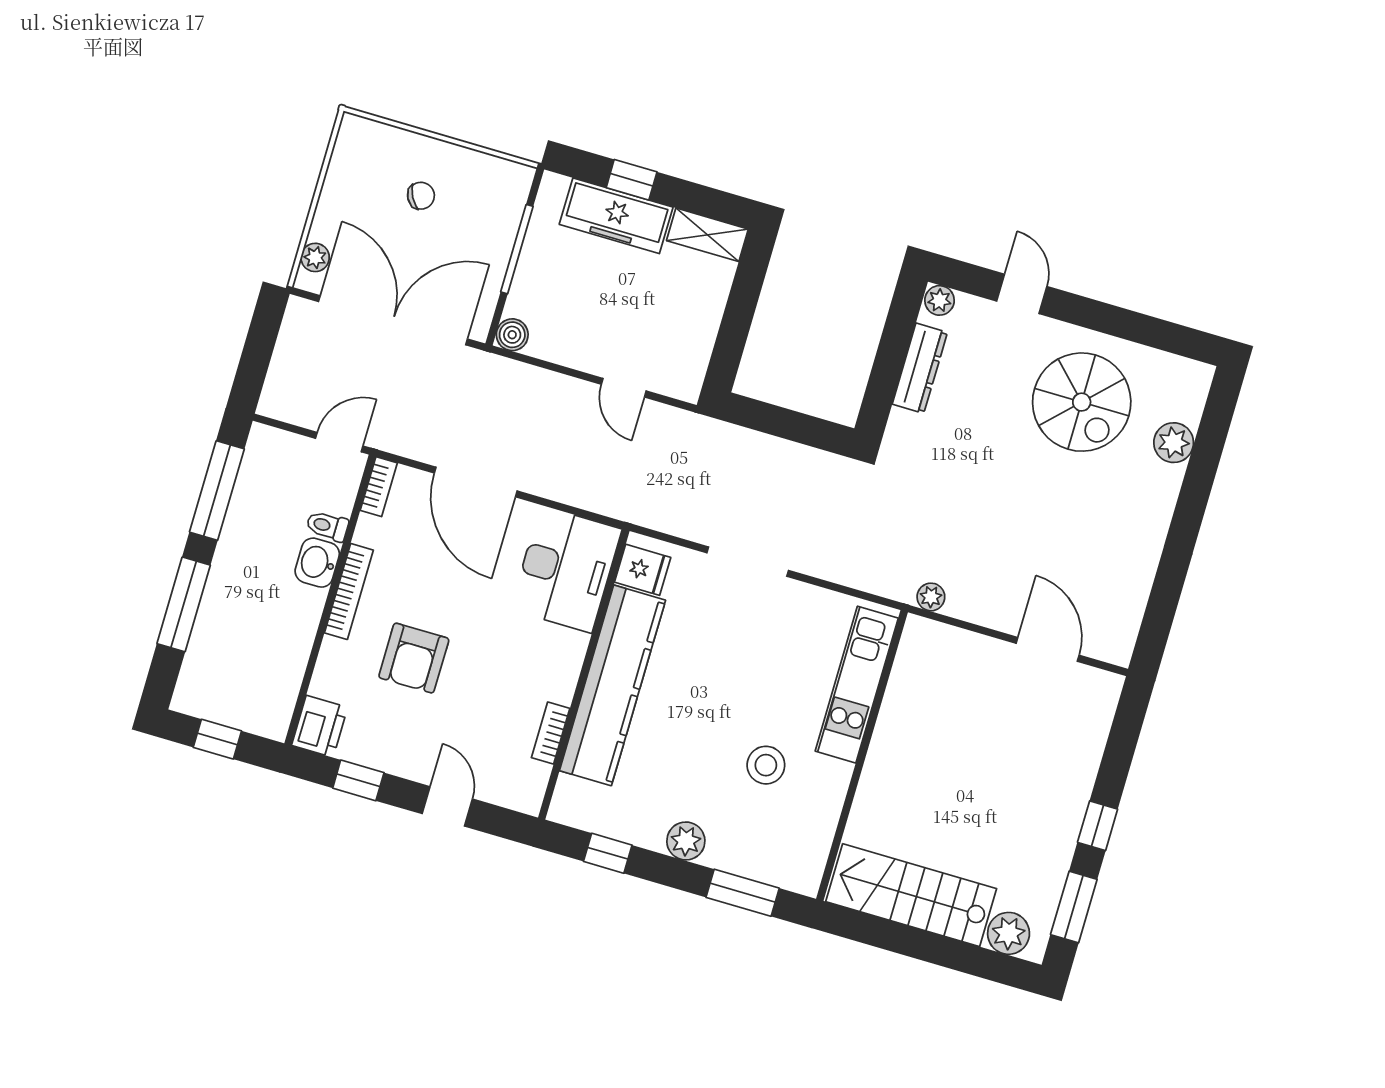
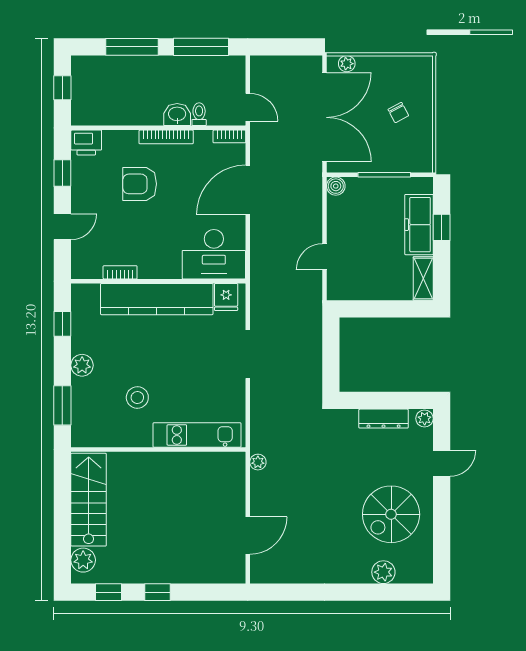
window: (1074, 907) -> (108, 592), width x0.67

